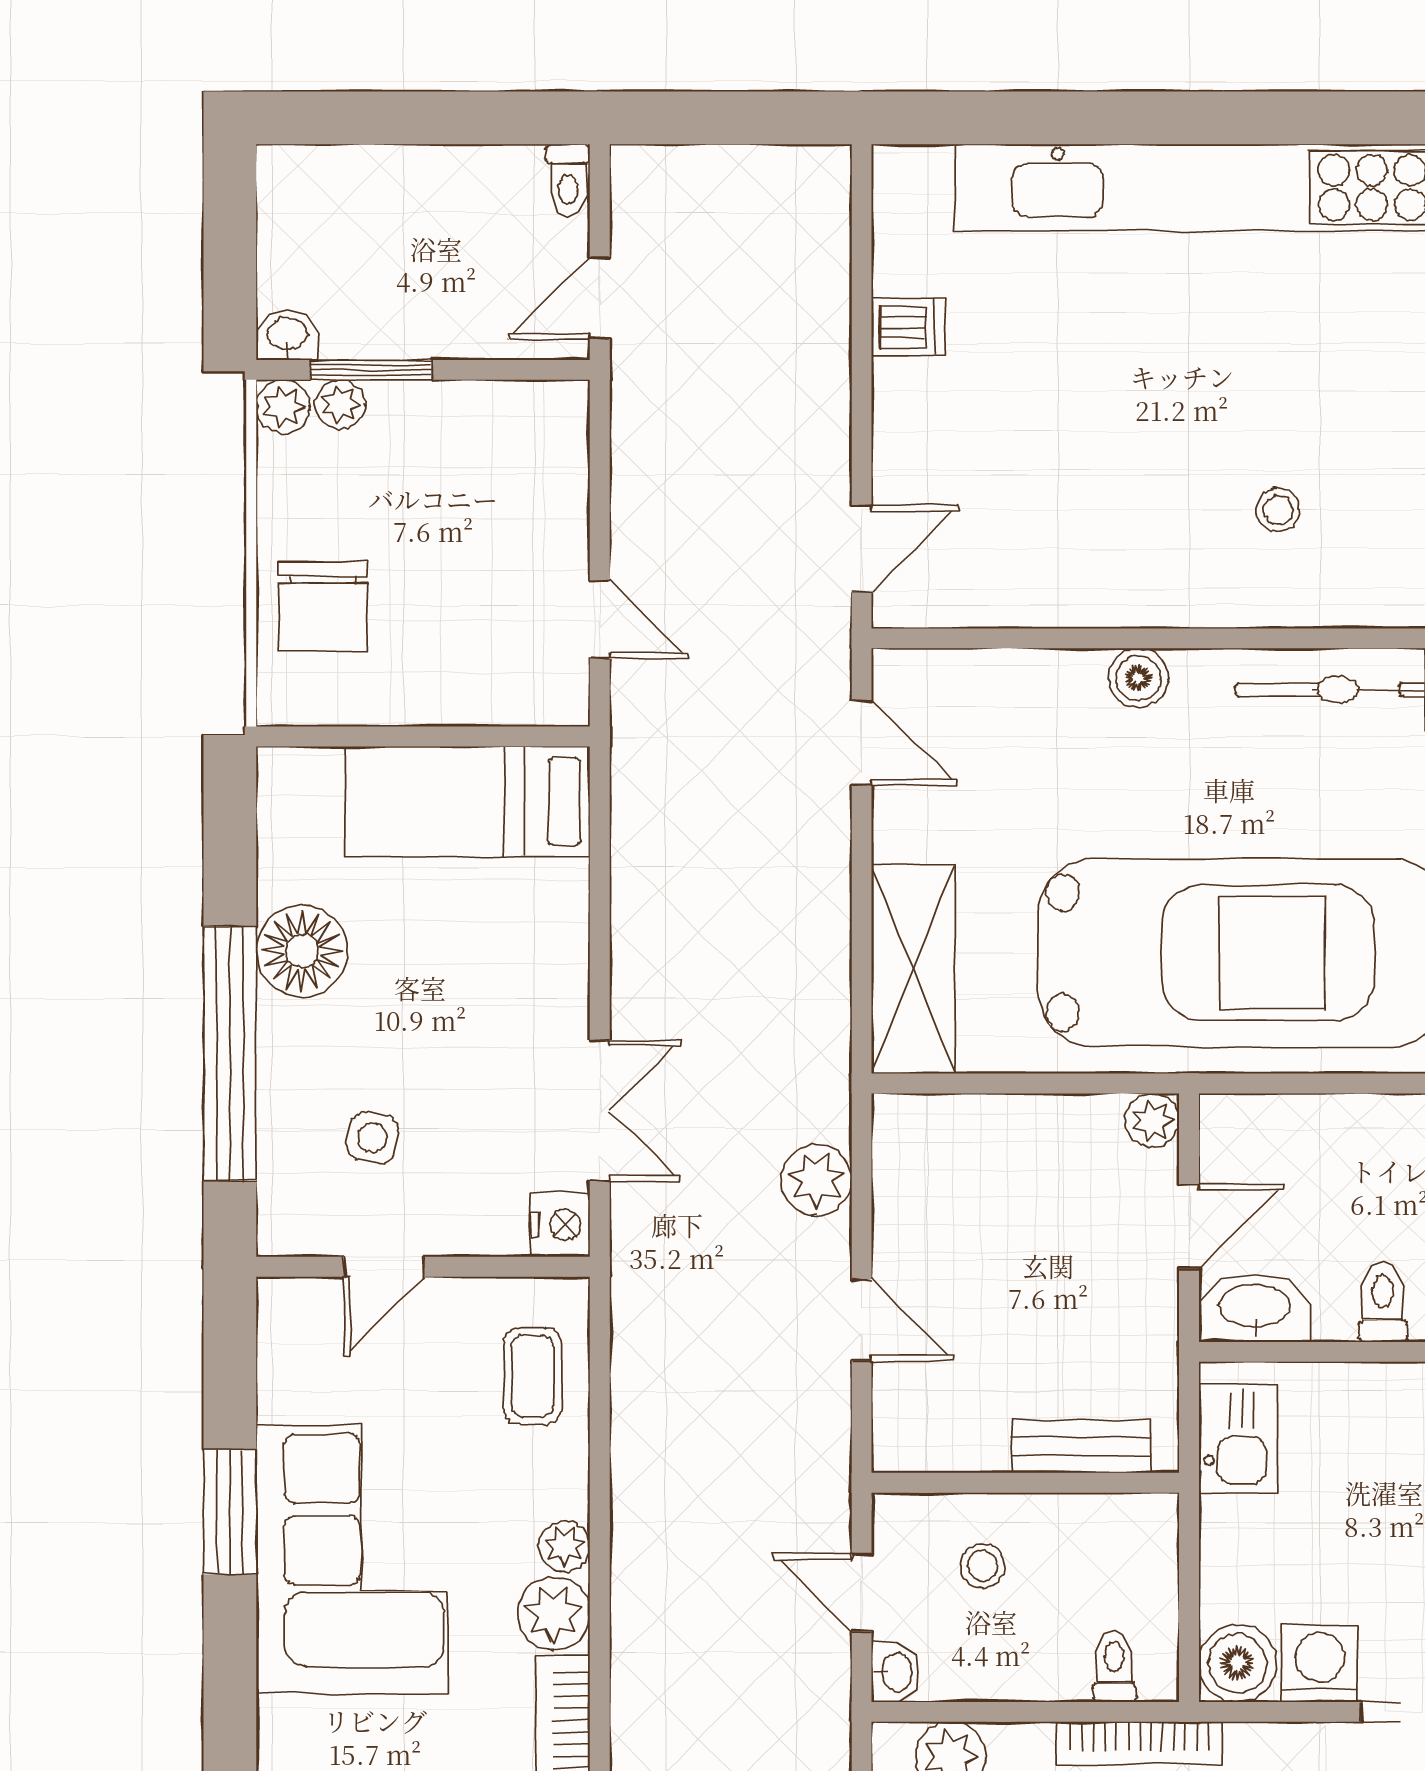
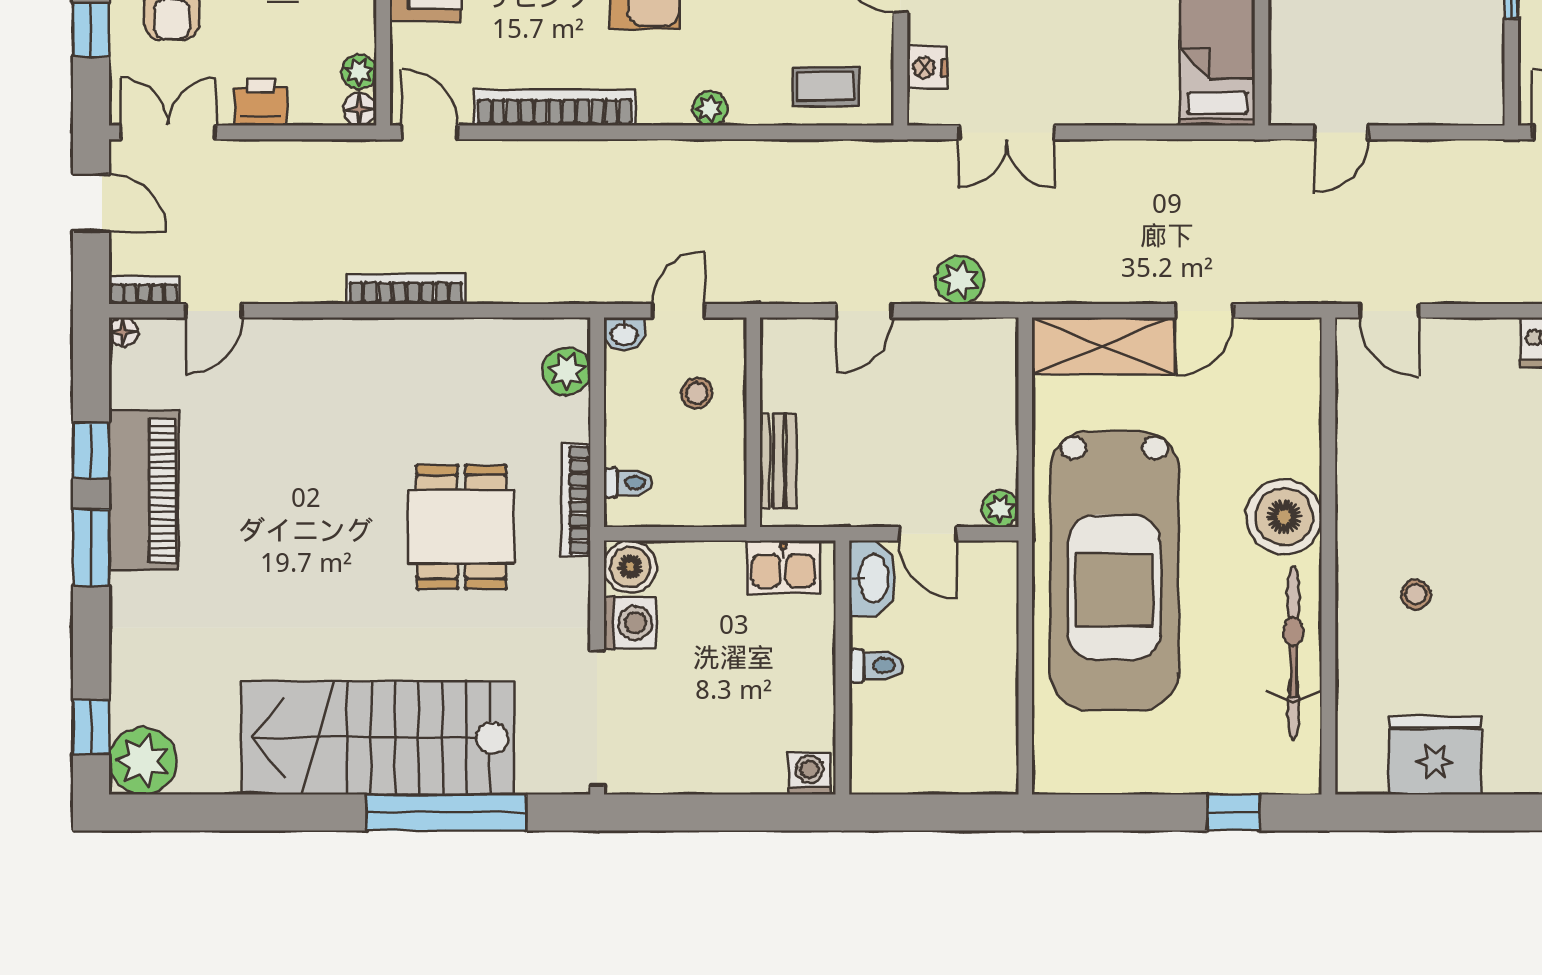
boiler: (1138, 678) -> (1284, 517), width x1.86, depth x1.86
door: (862, 743) -> (1204, 311), moved
nightstand: (560, 1225) -> (927, 67), moved, turned 90
plant: (553, 1614) -> (664, 101), removed

